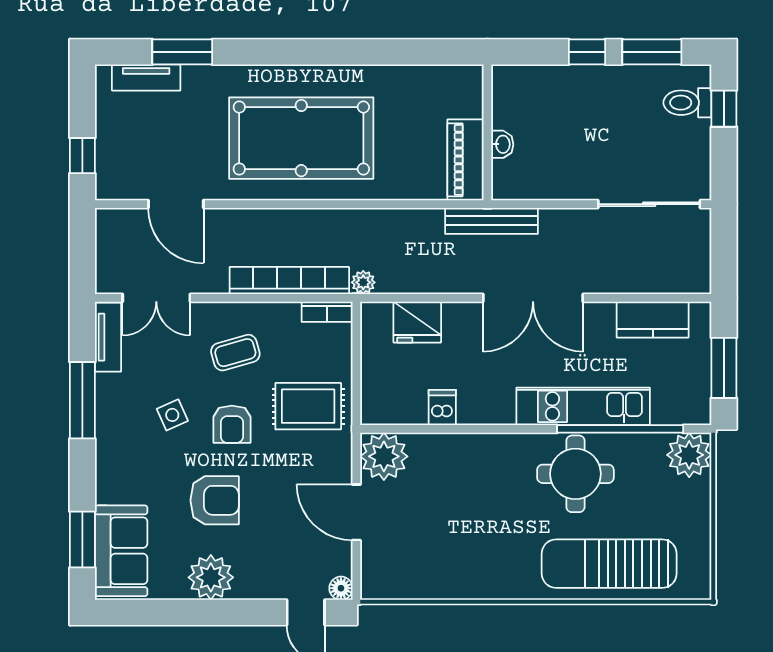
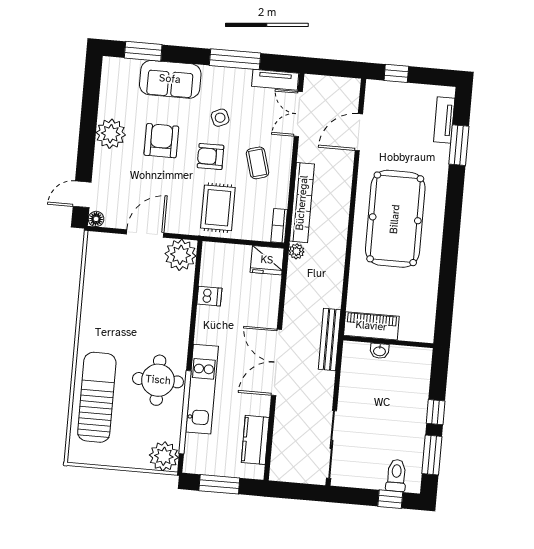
fridge: (417, 322) -> (267, 260), moved, turned -90
armchair: (215, 500) -> (161, 141), turned 180
sofa: (121, 551) -> (170, 79), moved

